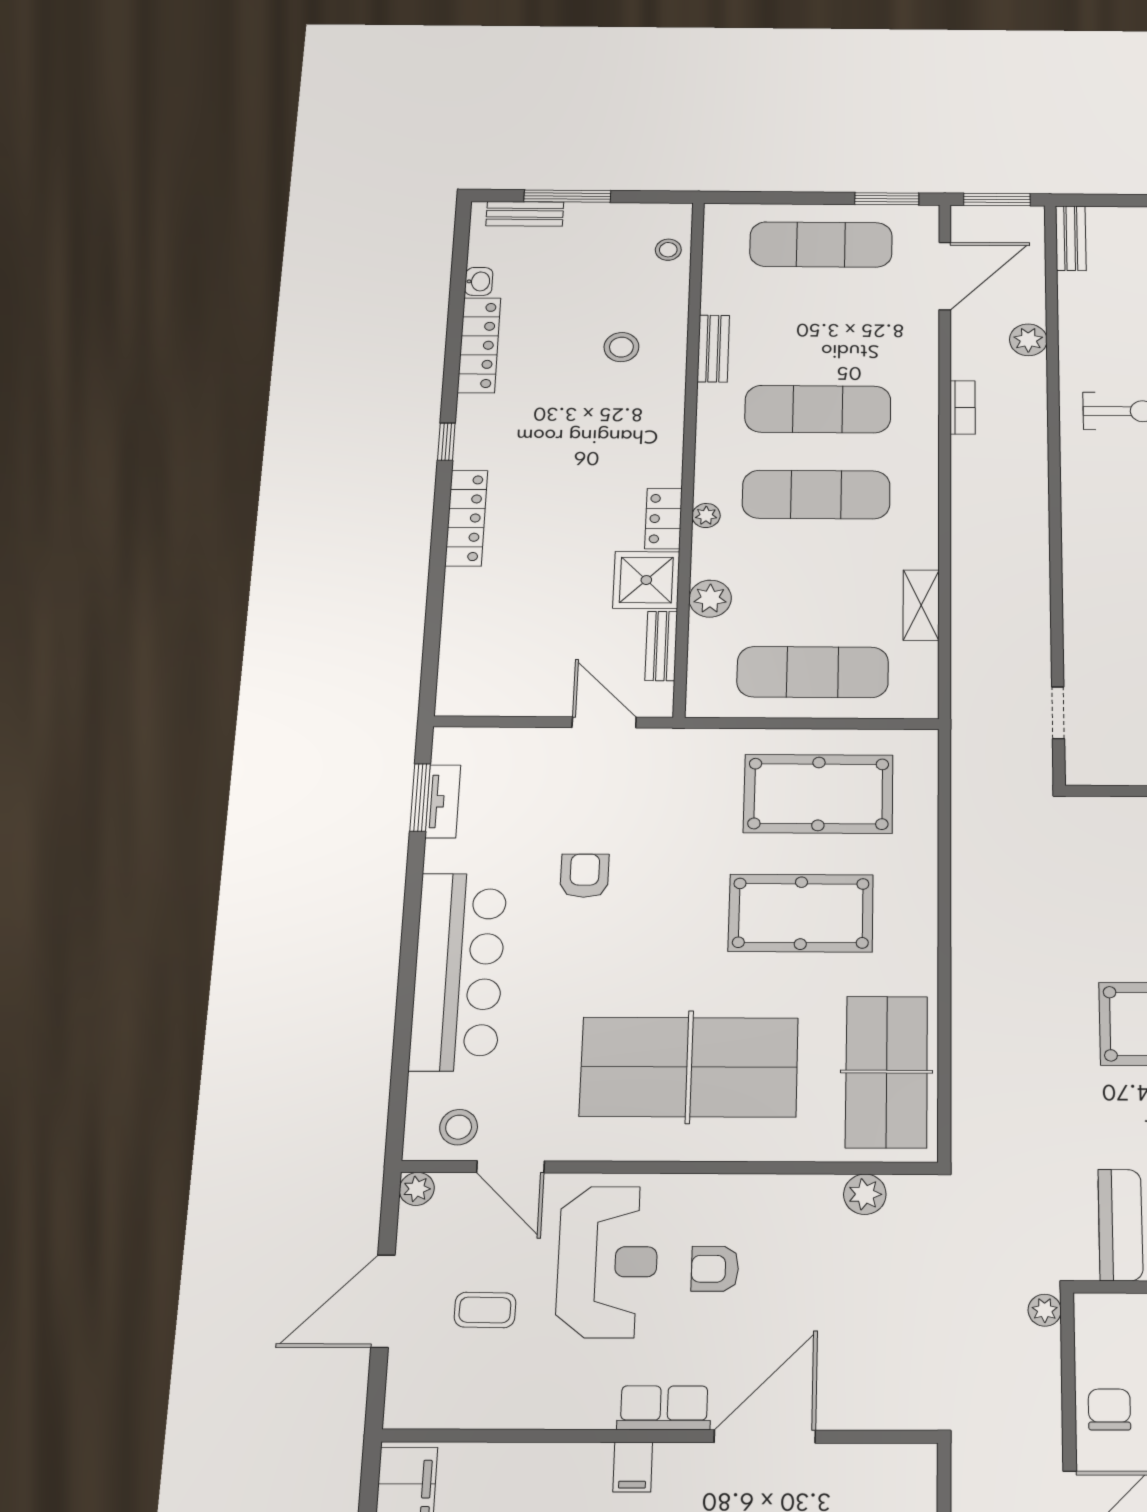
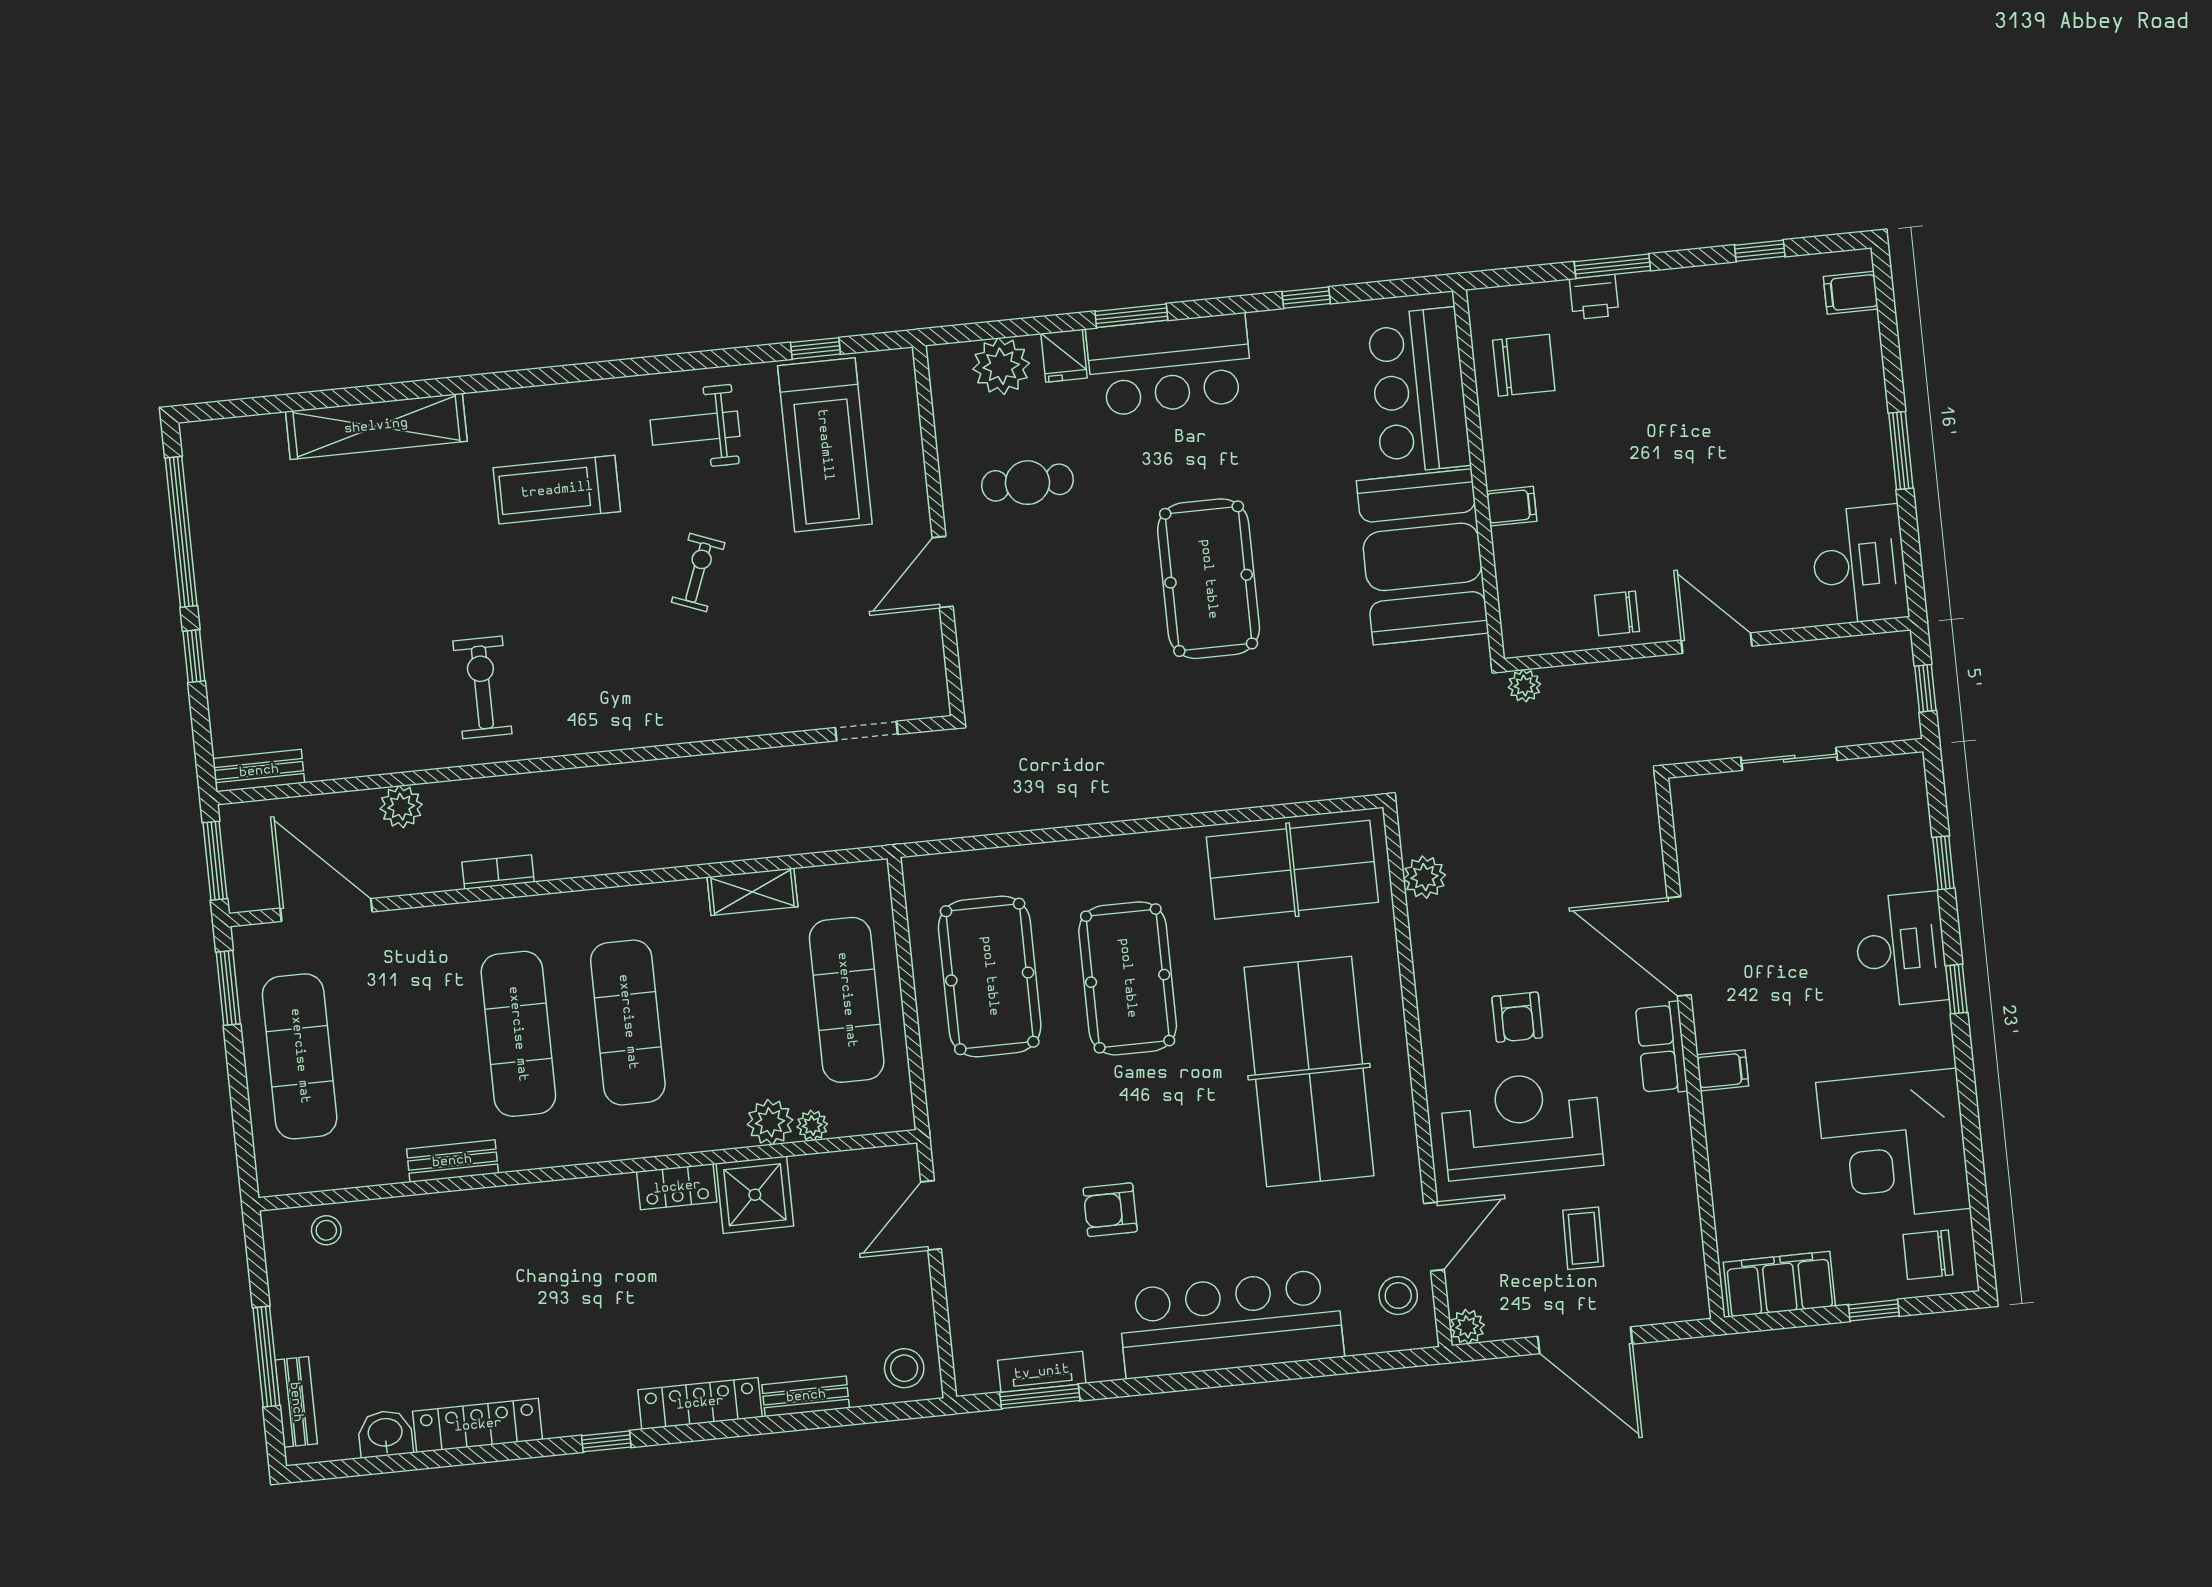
washbasin: (479, 281) -> (385, 1434), width x1.38, depth x1.45
stool: (621, 347) -> (904, 1368), moved
plant: (706, 516) -> (812, 1125), moved
bench: (661, 646) -> (806, 1396), moved

